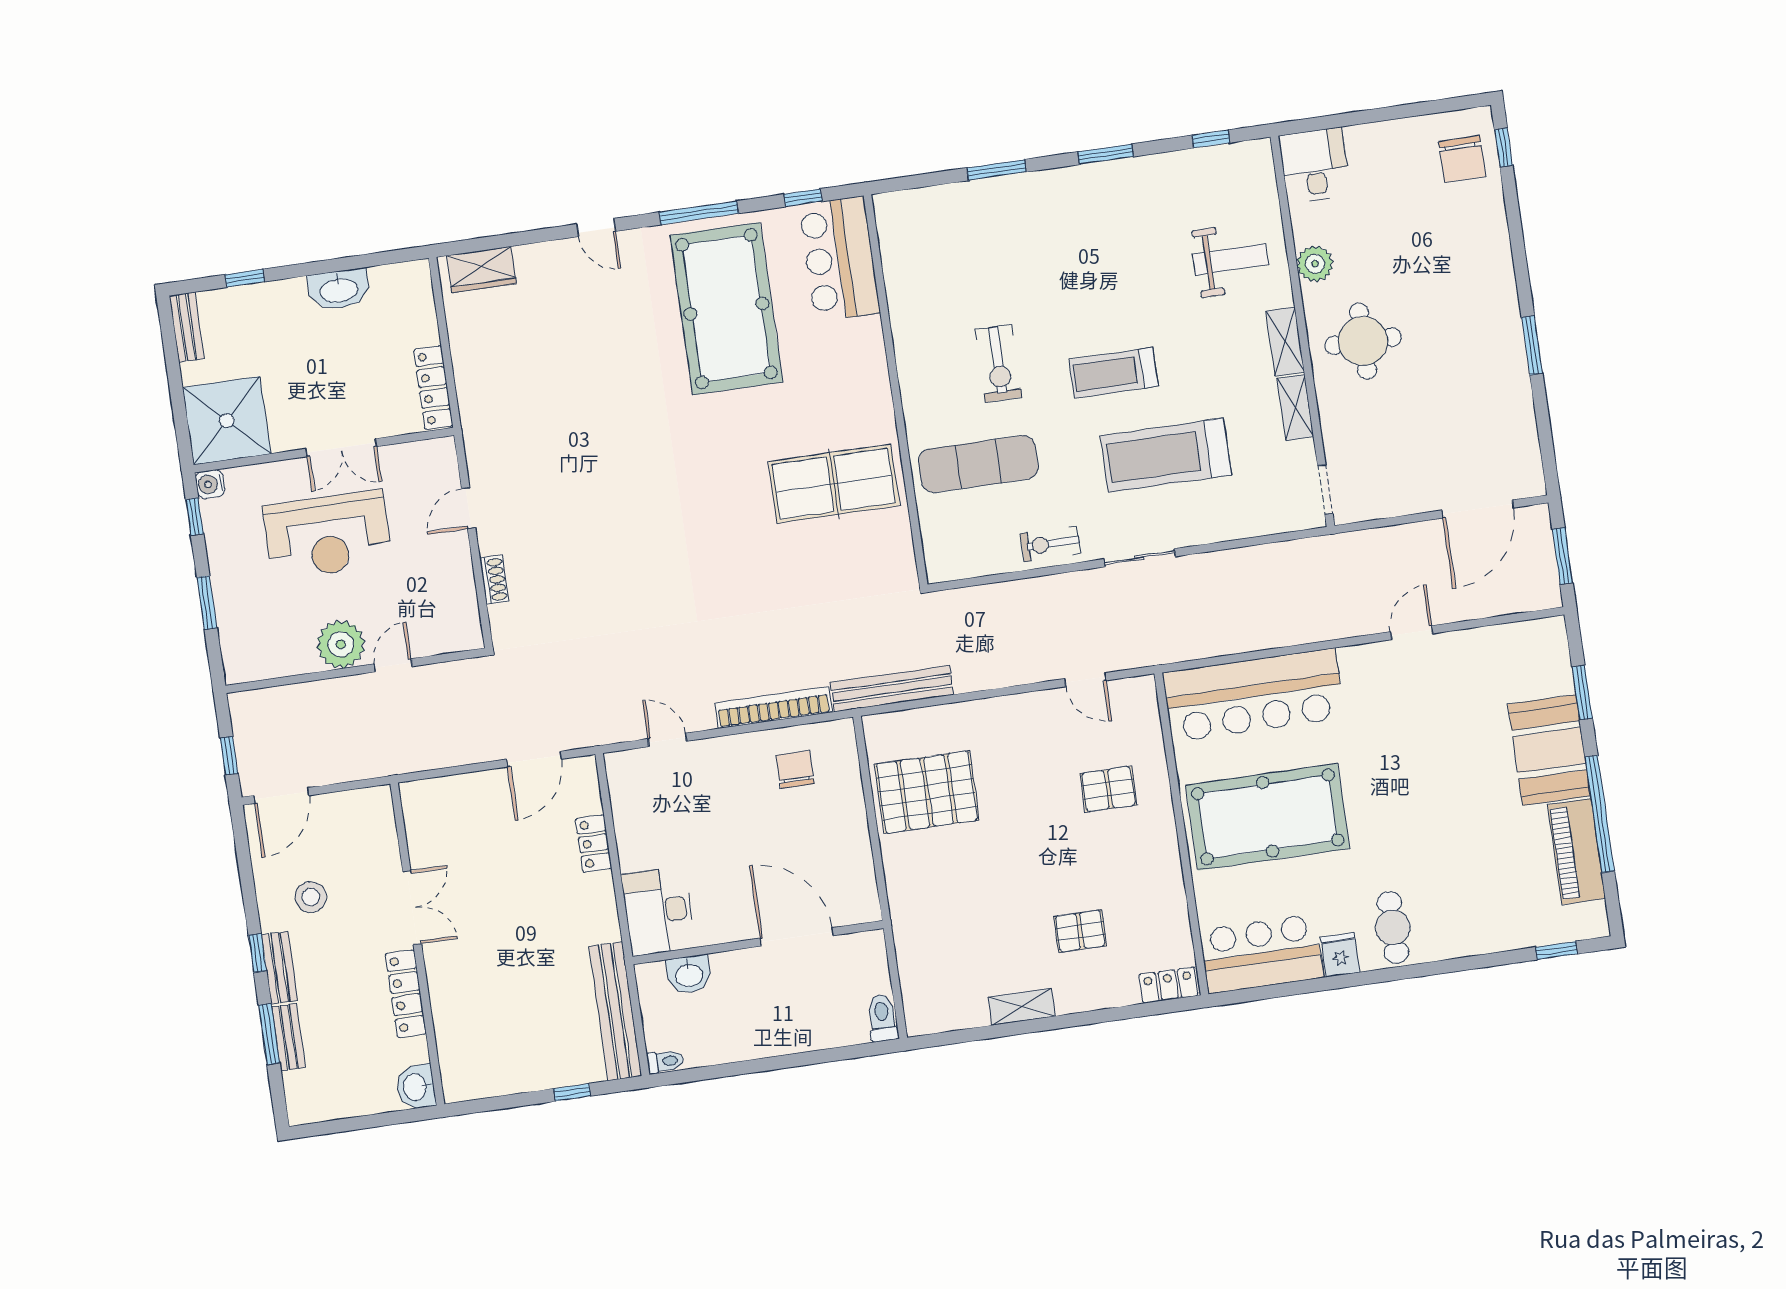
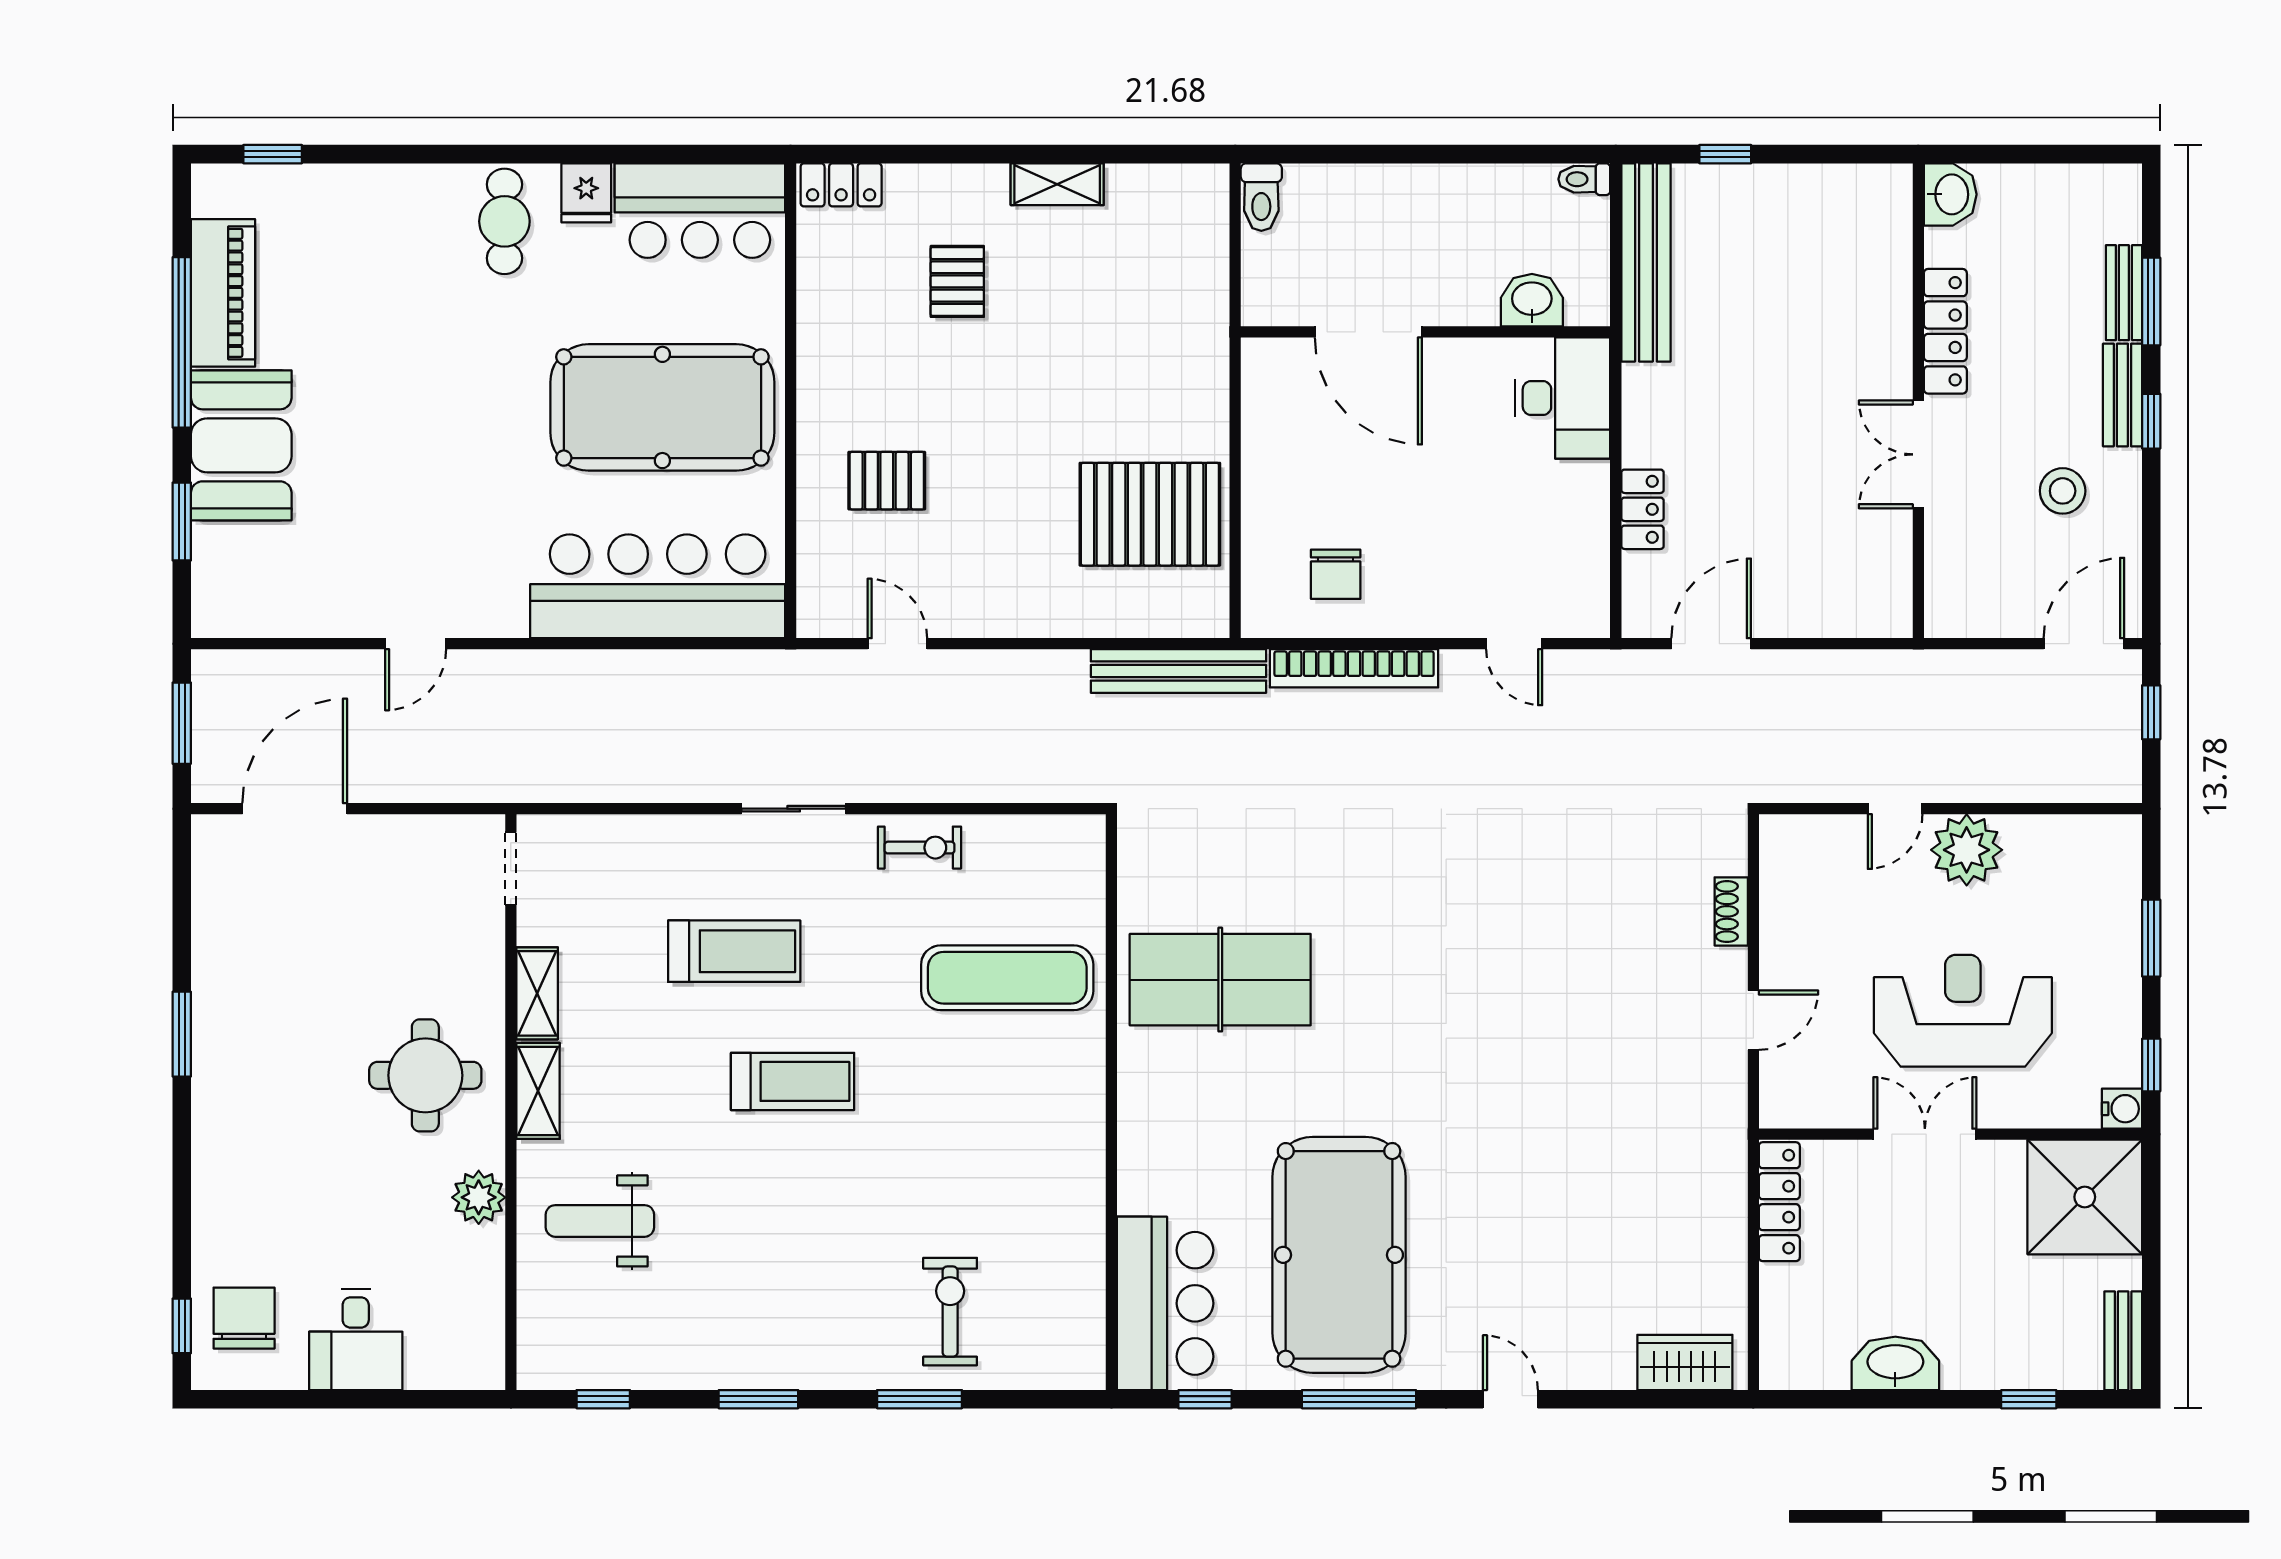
desk: (1315, 165) -> (356, 1340), moved
exercise bike: (998, 363) -> (950, 1312), moved
treadmill: (1166, 455) -> (734, 951), width x0.73, depth x0.73
pallet: (1080, 931) -> (957, 281), turned 90

